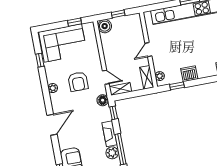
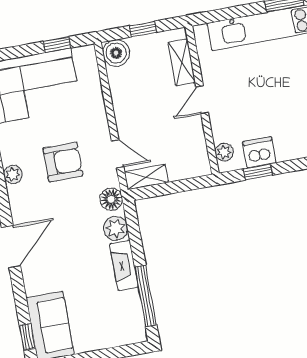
dishwasher: (189, 74) -> (259, 152), moved
shelving: (147, 77) -> (182, 62), moved
armchair: (78, 82) -> (63, 162), turned -90
window: (114, 113) -> (133, 224), removed
plant: (112, 153) -> (116, 228), moved

